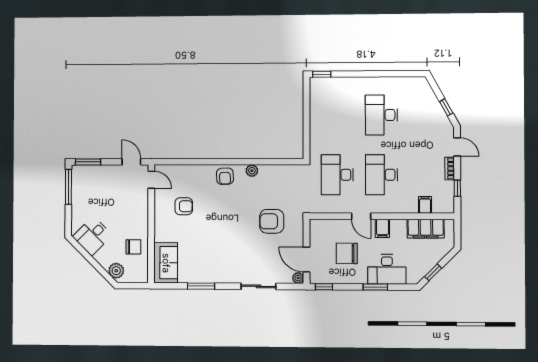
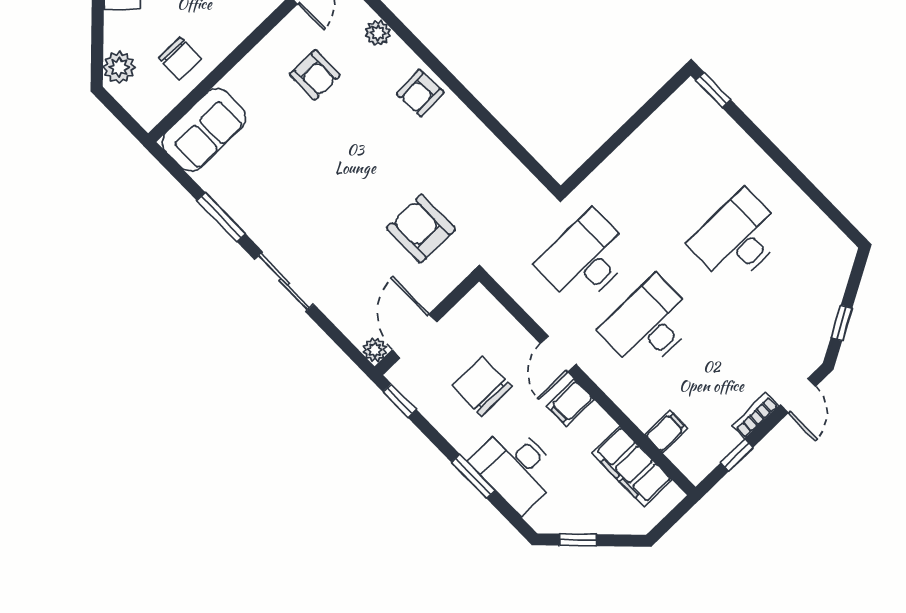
plant: (252, 171) -> (378, 33), moved
sliding door: (259, 286) -> (284, 282), moved

